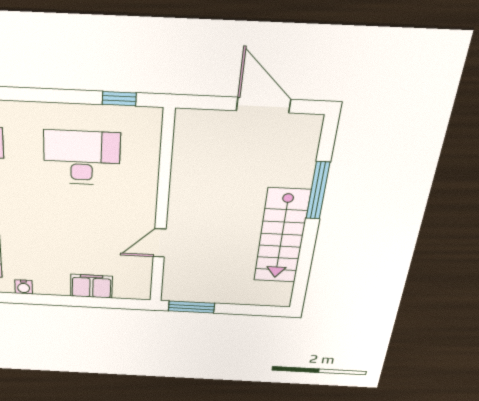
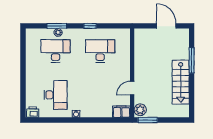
window: (119, 99) -> (90, 26), moved
filing cabinet: (91, 286) -> (121, 112), moved
plant: (176, 287) -> (140, 110), added

